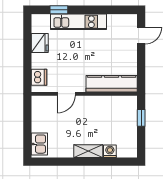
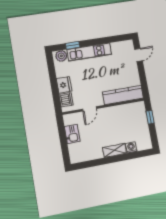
plant: (42, 21) -> (61, 56), added
fridge: (40, 43) -> (64, 85), moved
kitchen sink: (39, 144) -> (72, 134), moved

